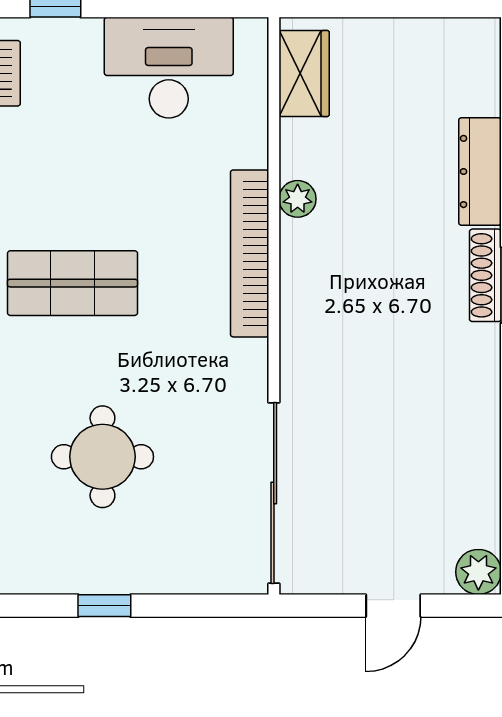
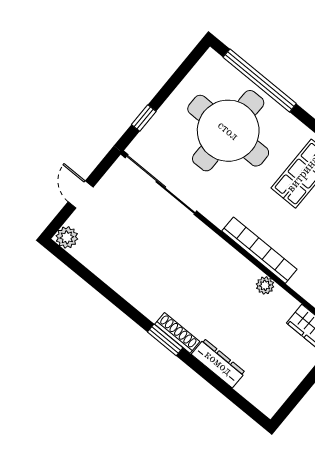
round table: (102, 457) -> (228, 131), width x1.86, depth x1.86
window: (104, 606) -> (144, 118), moved

